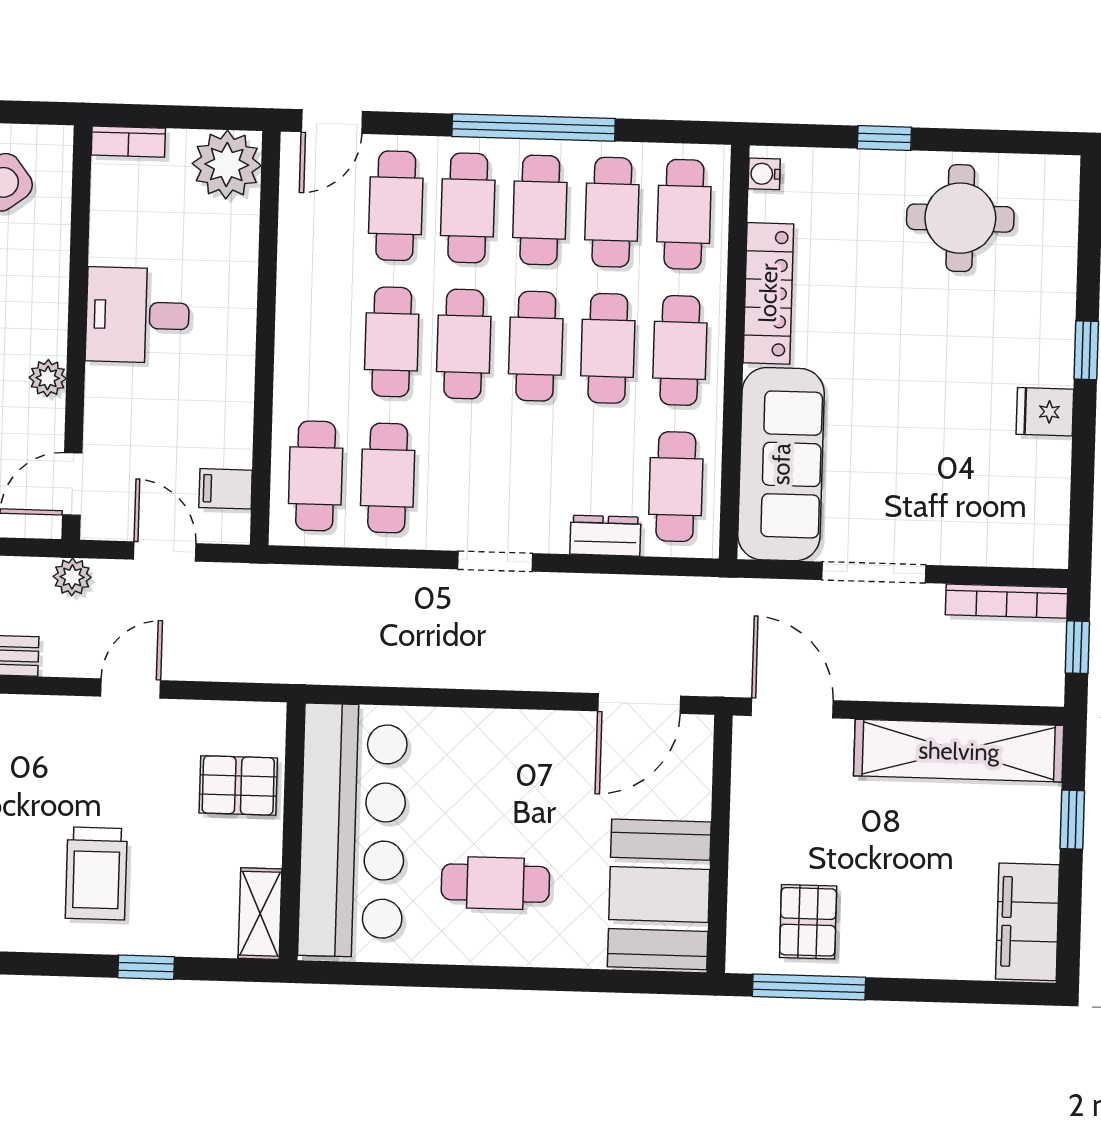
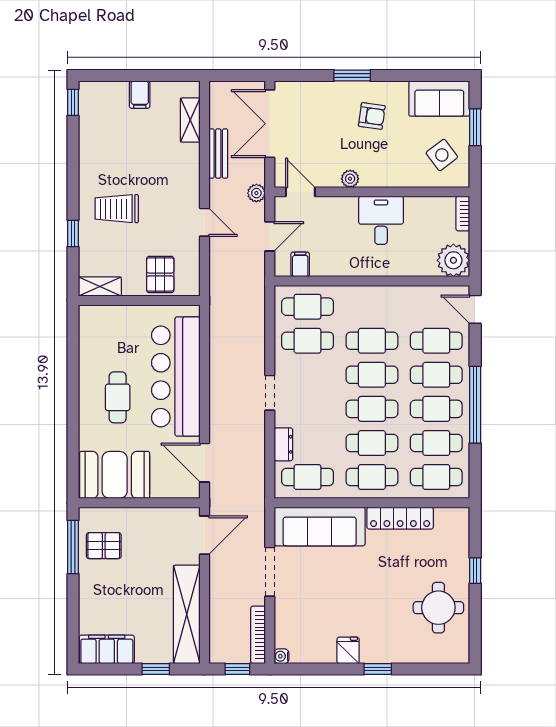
water cooler: (764, 174) -> (281, 656), moved, turned -90
bar counter: (353, 831) -> (176, 376), moved, turned 90

